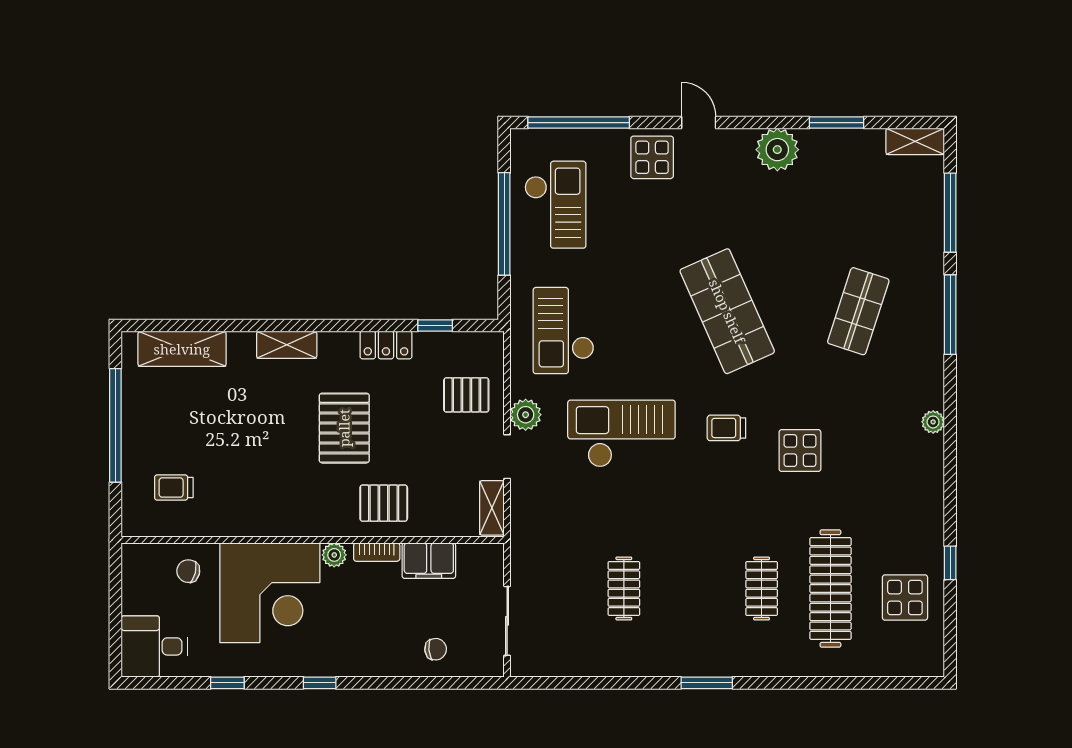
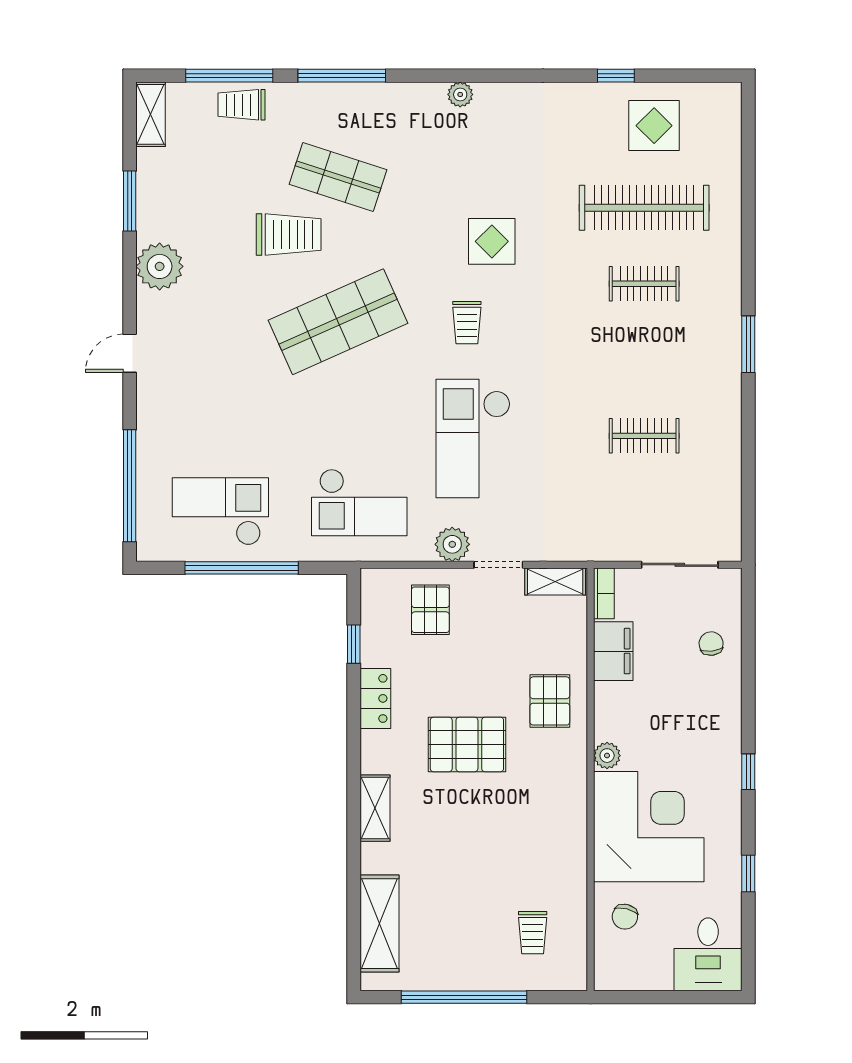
display table: (652, 157) -> (168, 405), removed
trolley: (924, 224) -> (242, 105), added
trolley: (806, 266) -> (289, 234), added
bookcase: (377, 552) -> (604, 593), moved

